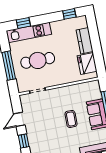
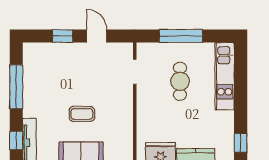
window: (23, 23) -> (241, 71), removed
cafe table: (38, 60) -> (180, 81), width x0.73, depth x0.74

